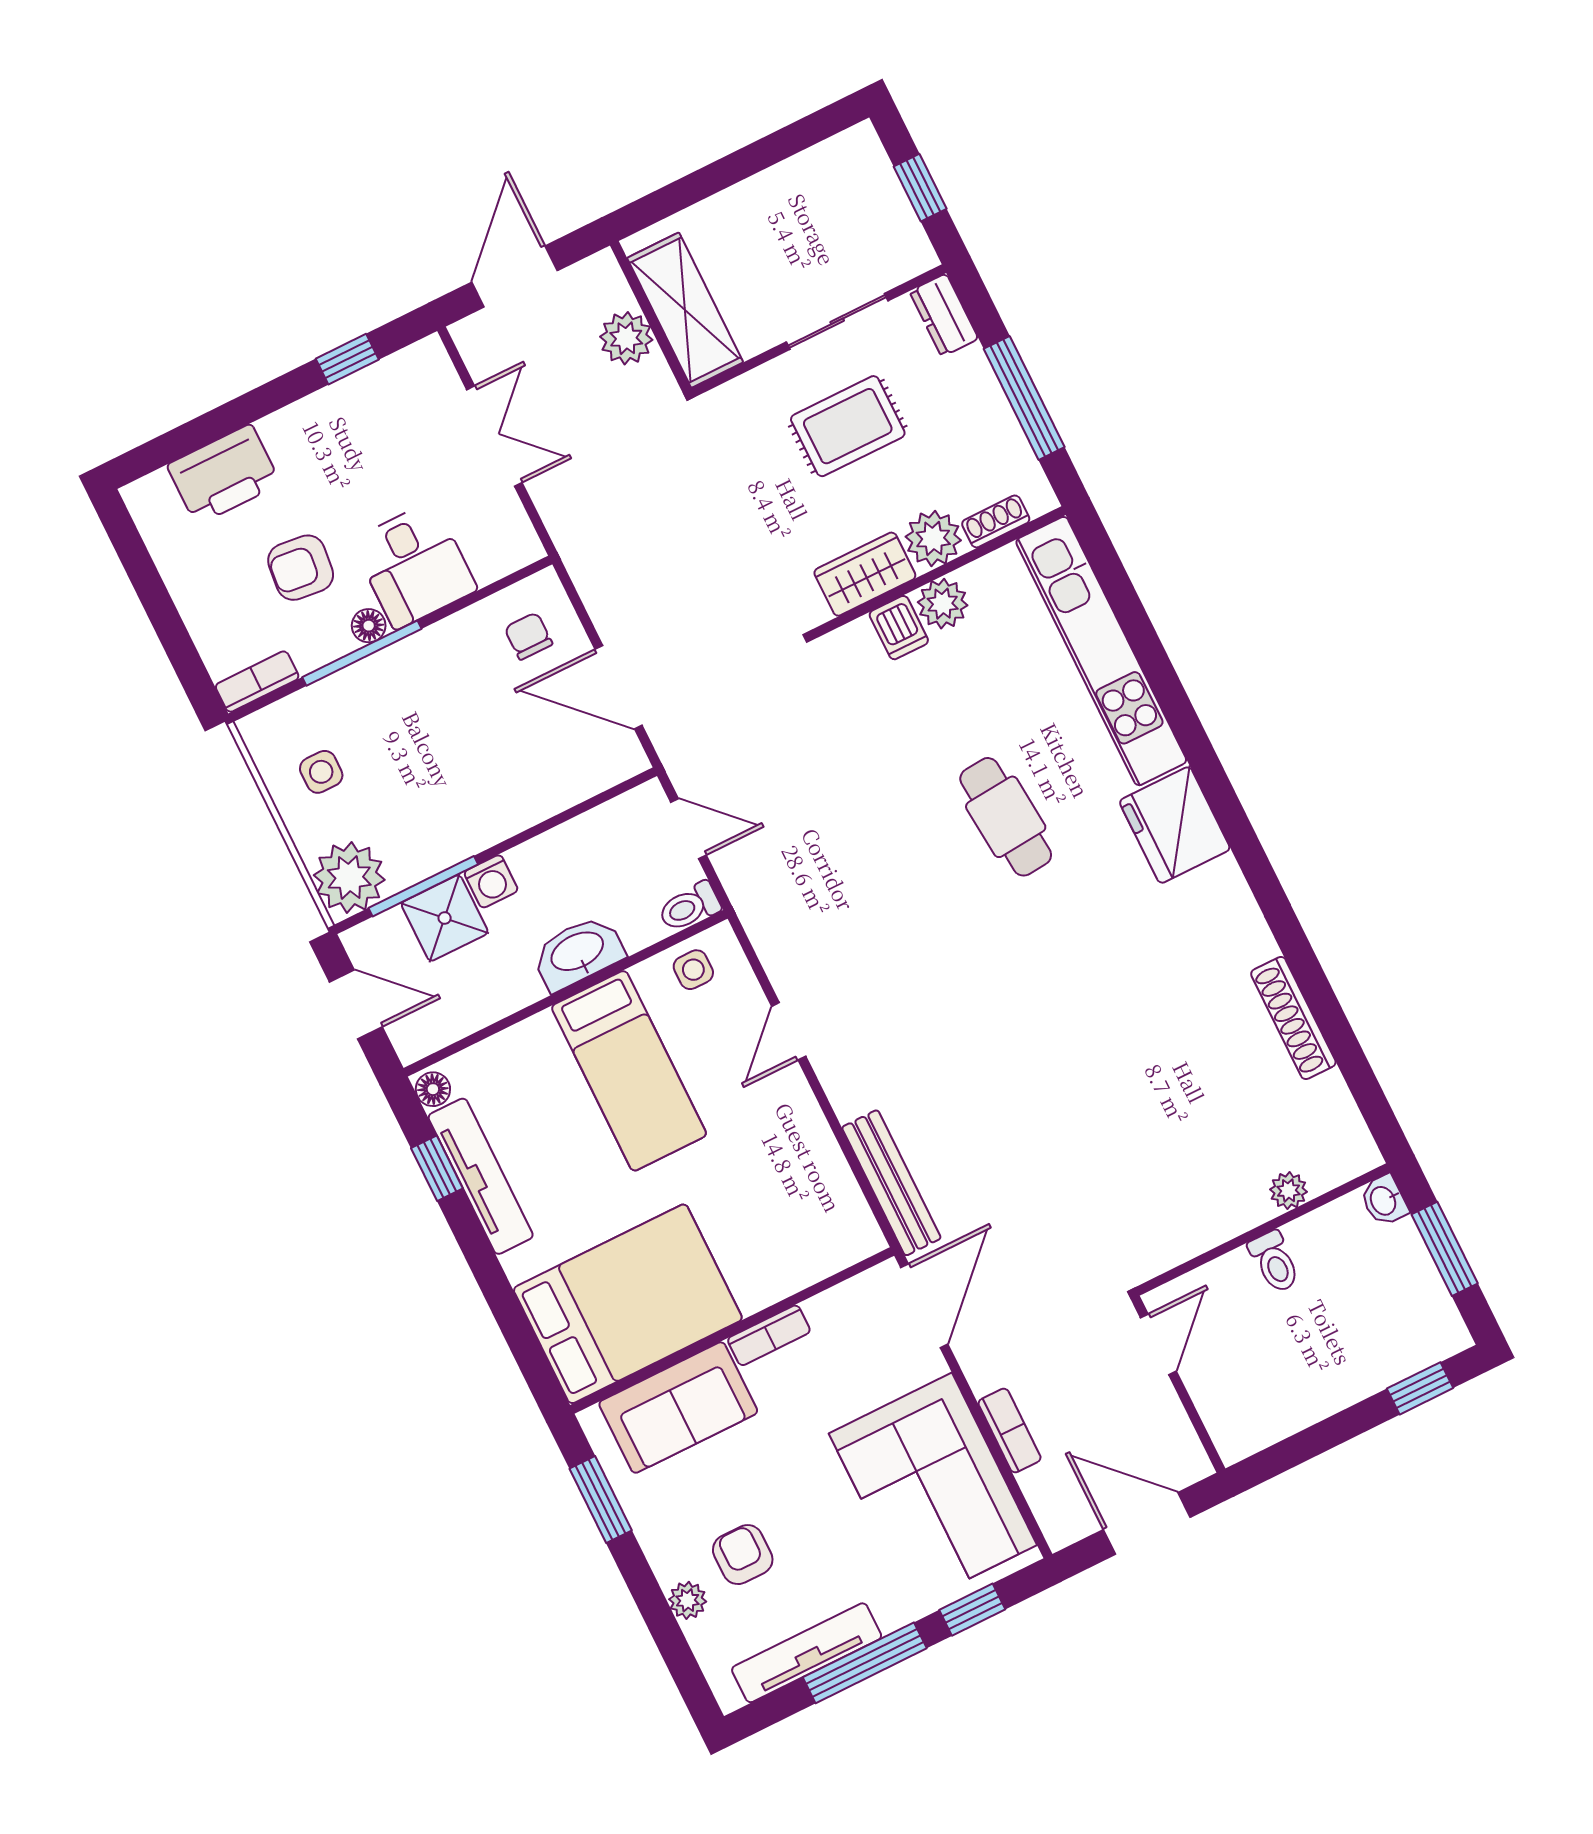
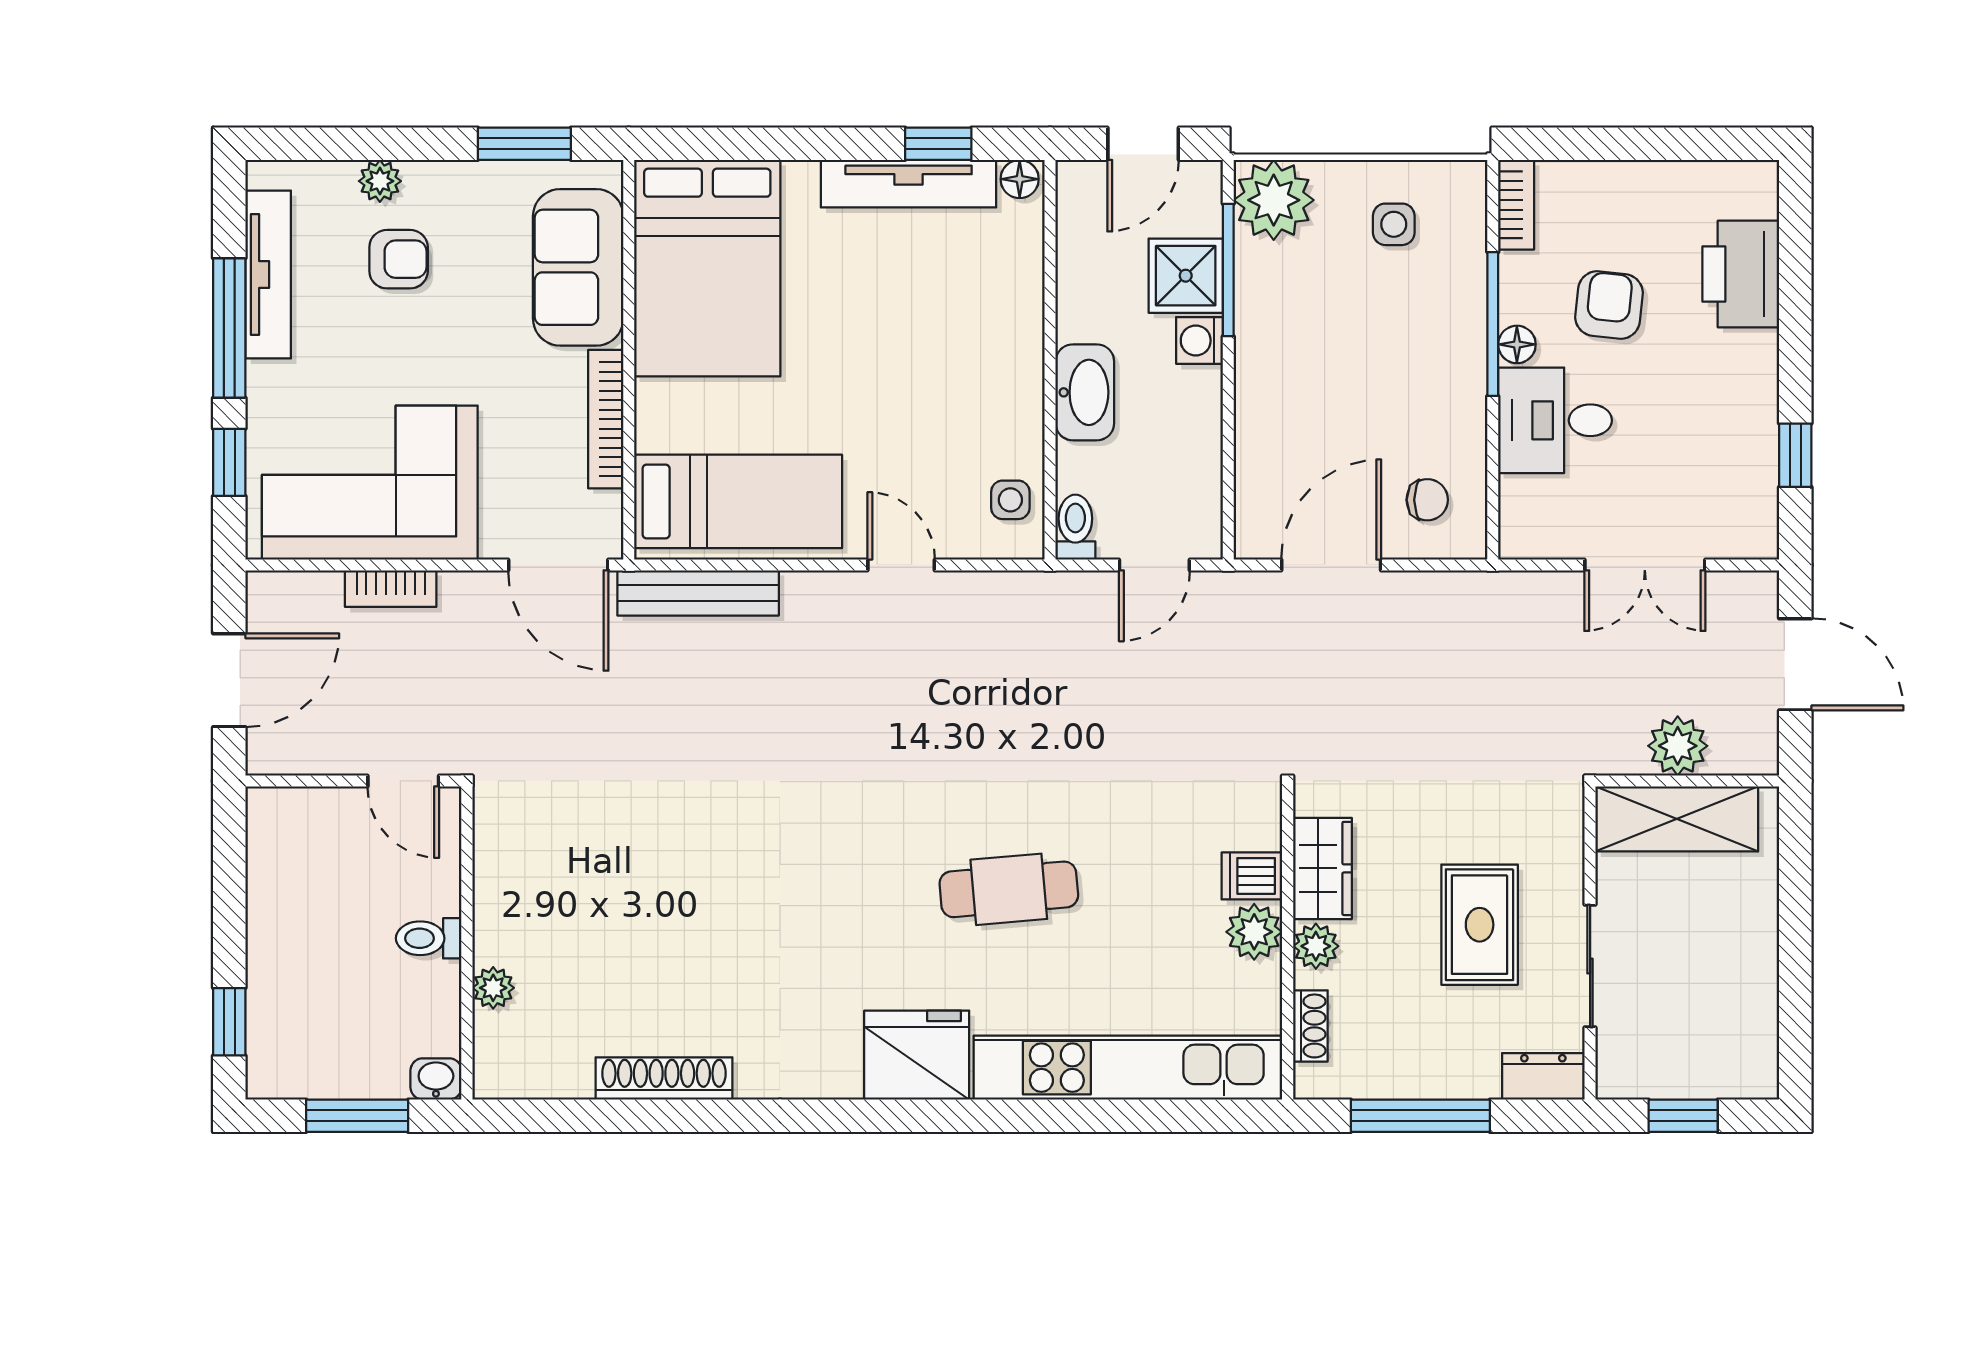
plant: (933, 538) -> (1316, 946), width x0.73, depth x0.73
bed: (629, 1071) -> (738, 501), moved, turned 180
bookcase: (769, 1335) -> (606, 419), width x1.56

